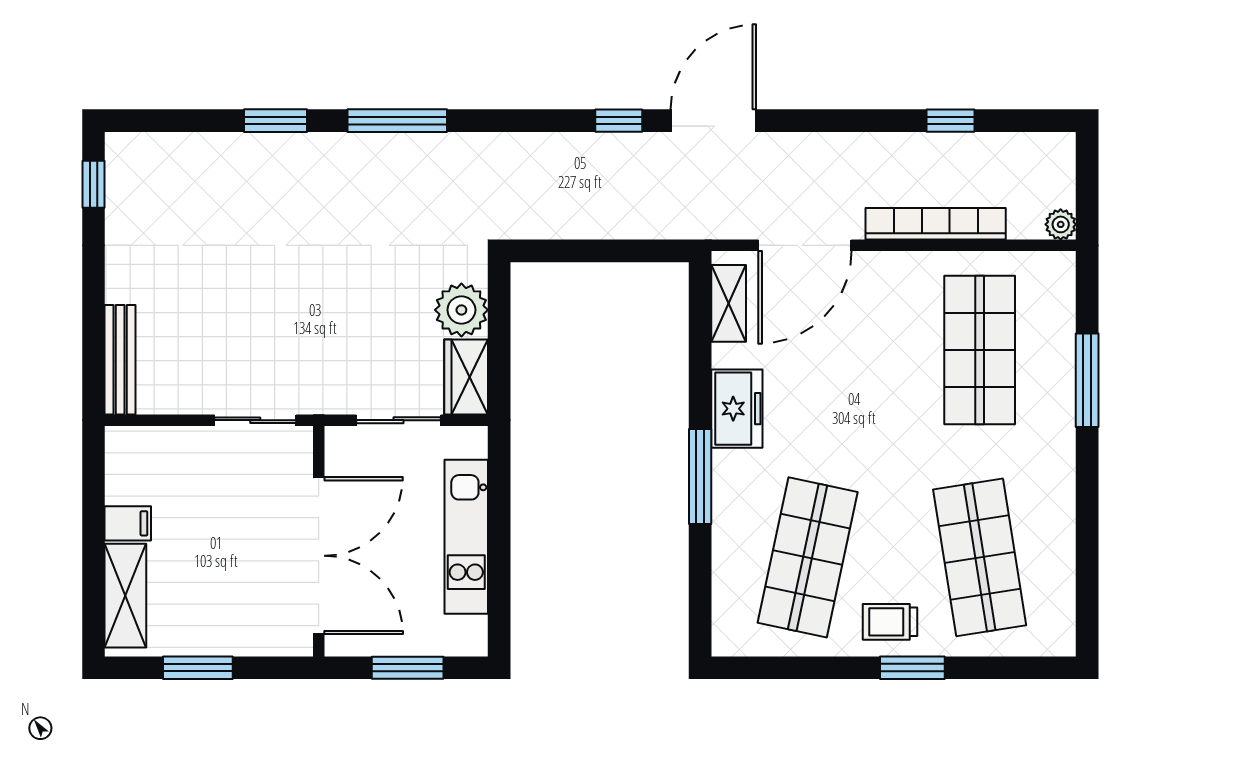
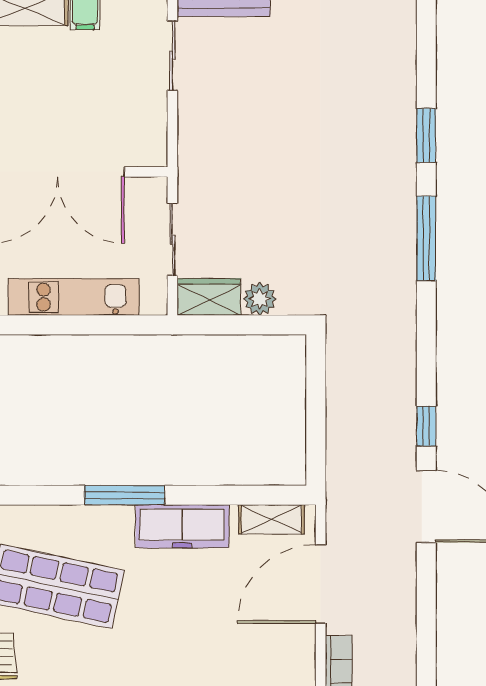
door: (805, 245) -> (321, 584), hinge flipped
plant: (461, 310) -> (260, 299), width x0.73, depth x0.73
freezer: (737, 409) -> (182, 526), width x1.40
sliding door: (255, 420) -> (172, 56), moved

